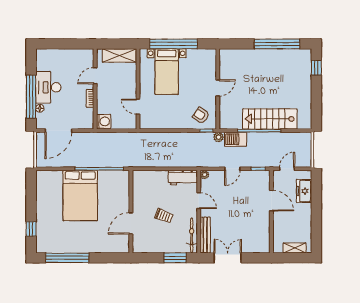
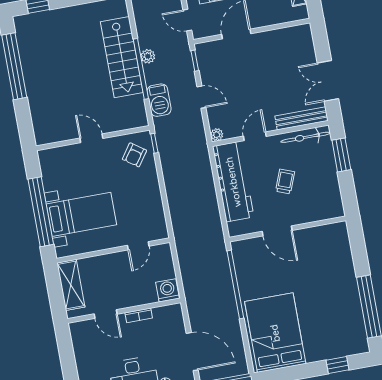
plant: (219, 137) -> (148, 56), moved
workbench: (183, 178) -> (233, 182), width x1.88, depth x1.32
bed: (80, 195) -> (275, 333), moved, turned -90
door: (131, 223) -> (277, 231), moved

